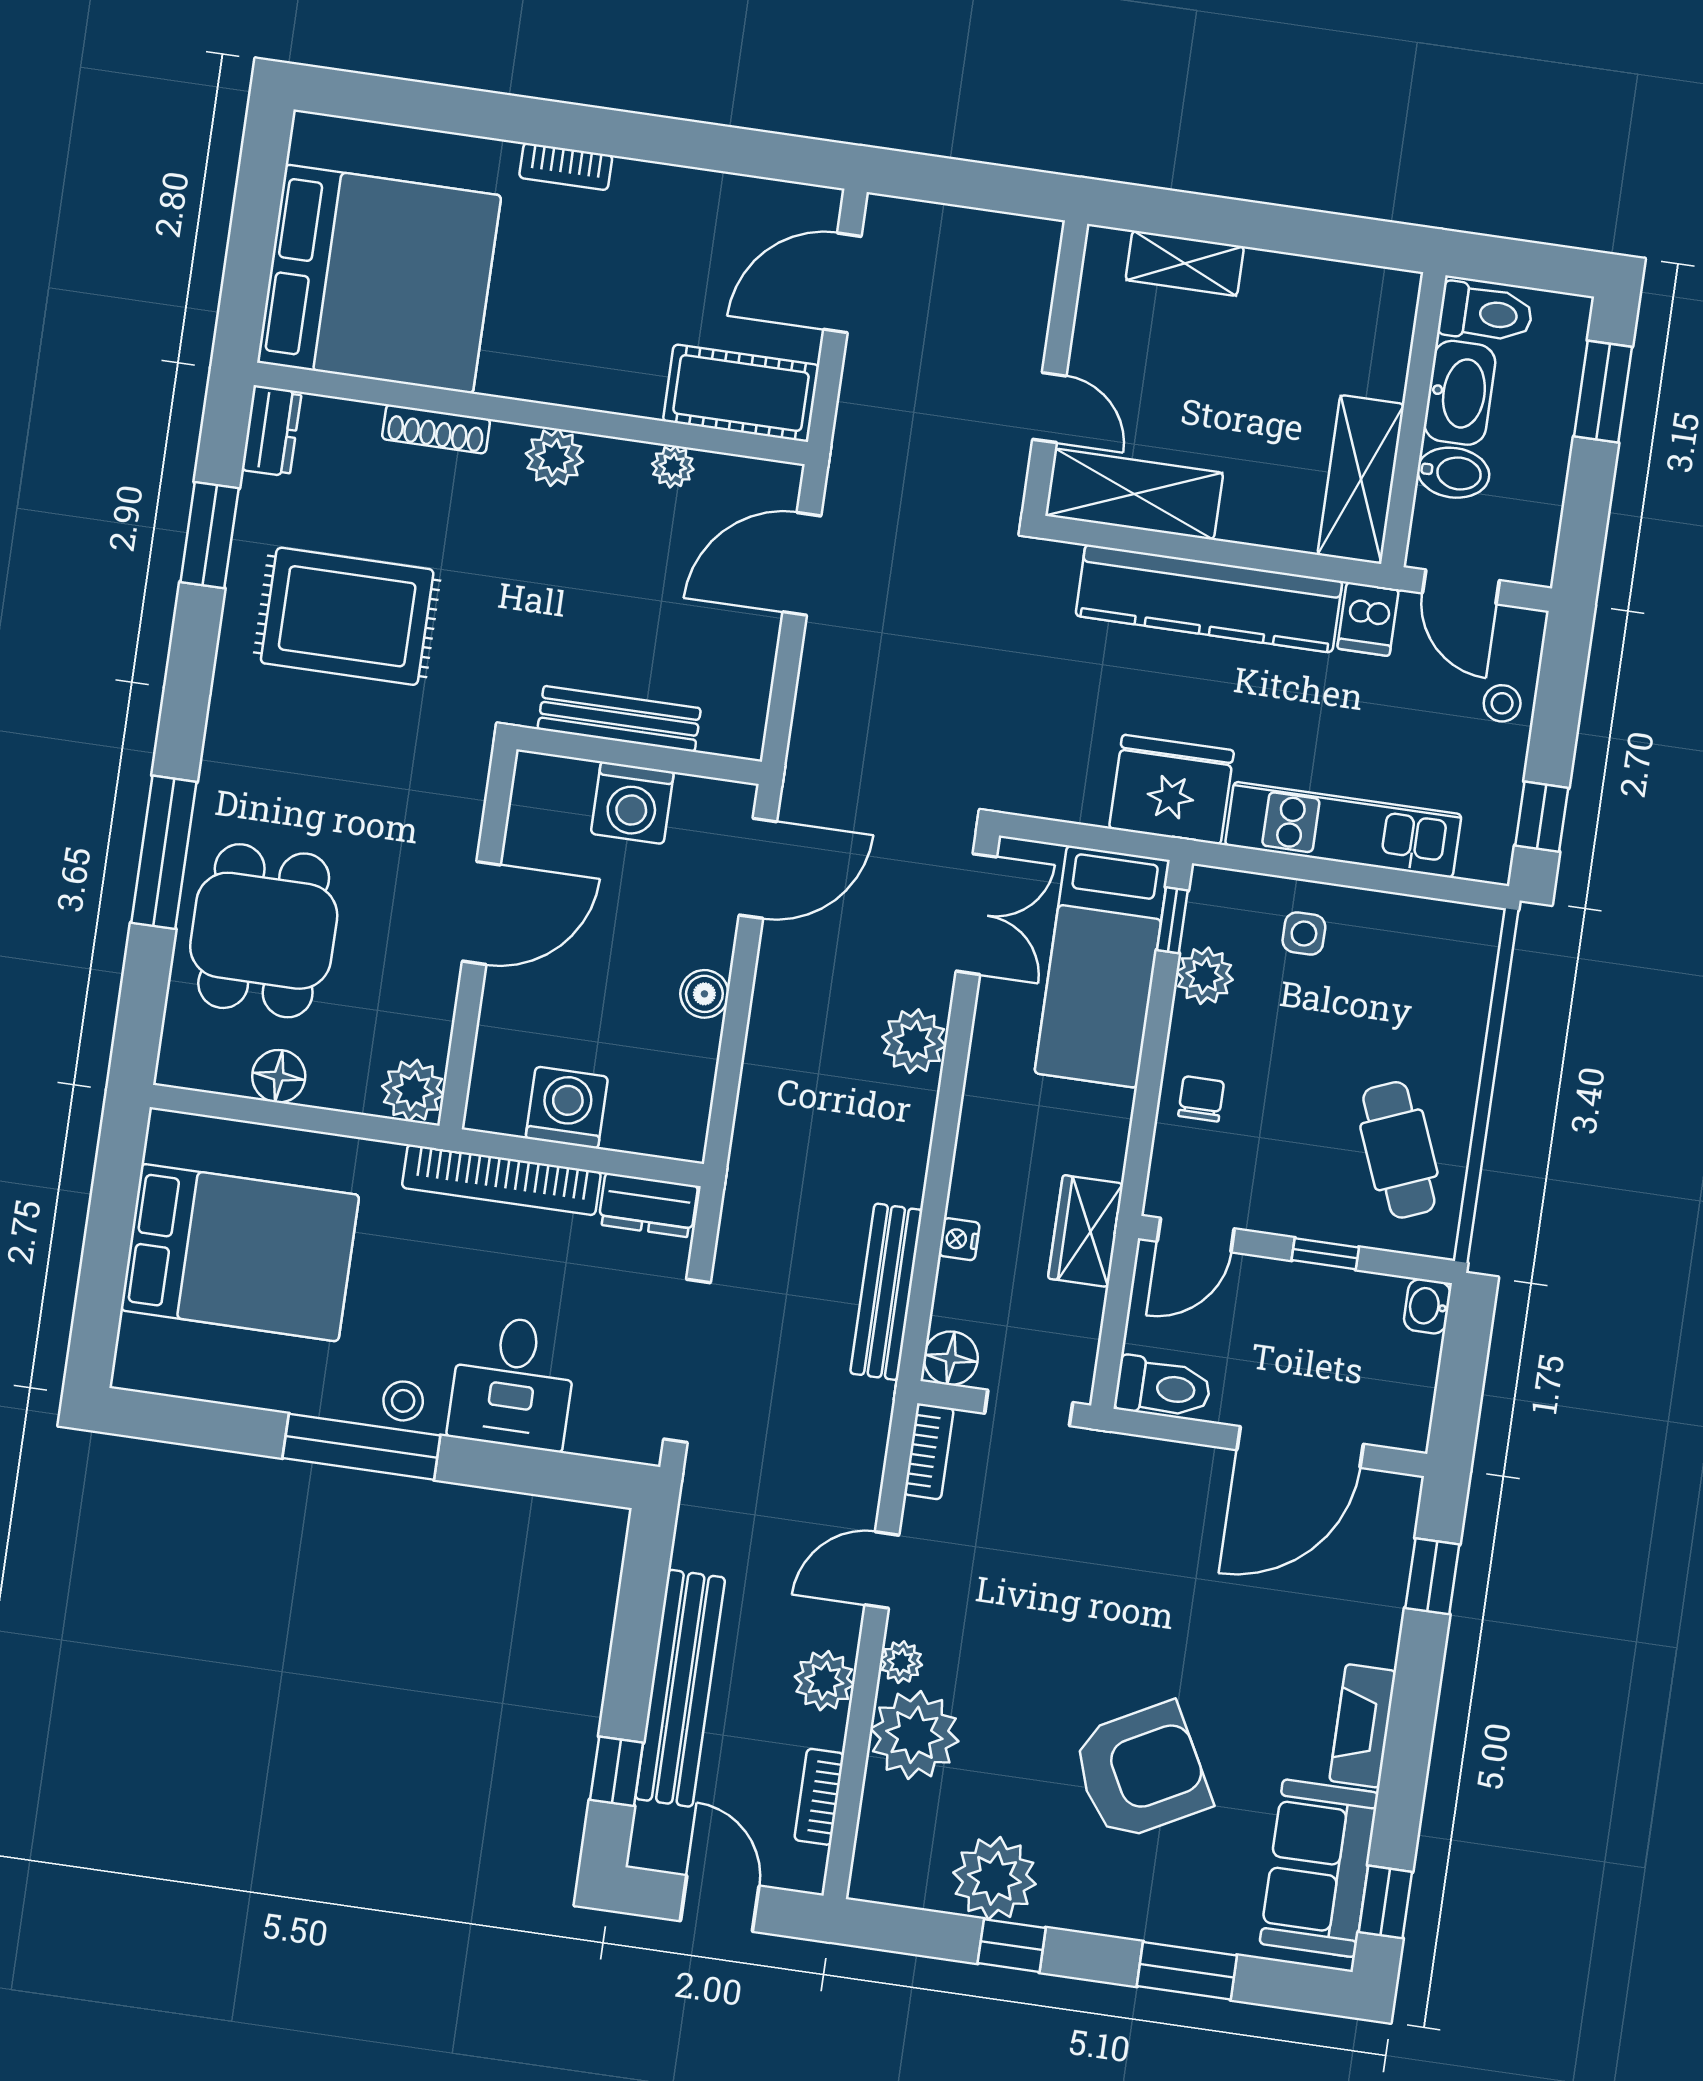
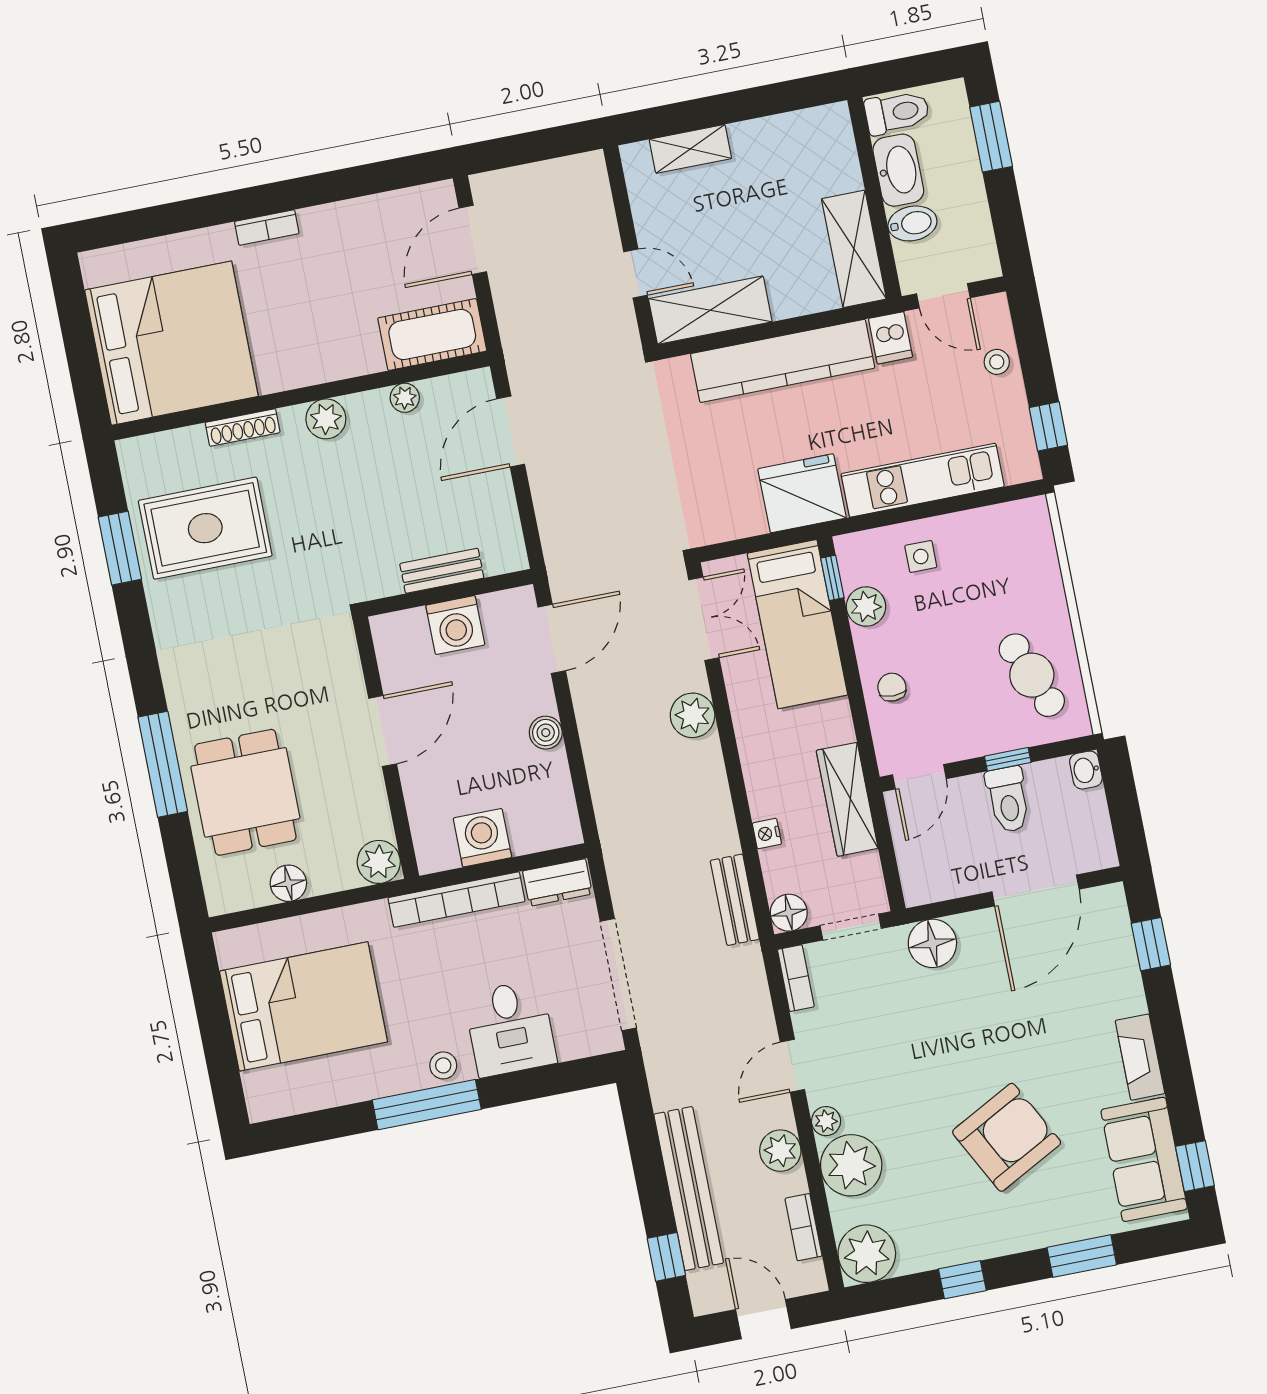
dresser: (272, 431) -> (136, 466), removed
rug: (347, 616) -> (205, 528), moved
bench: (619, 719) -> (442, 571), width x0.73
wardrobe: (1086, 1231) -> (847, 799), width x1.50
bench: (886, 1292) -> (735, 900), width x0.73
toilet: (1163, 1388) -> (1008, 799), moved, turned 90
floor lamp: (1133, 1470) -> (932, 943), added
plant: (994, 1878) -> (867, 1254), moved

